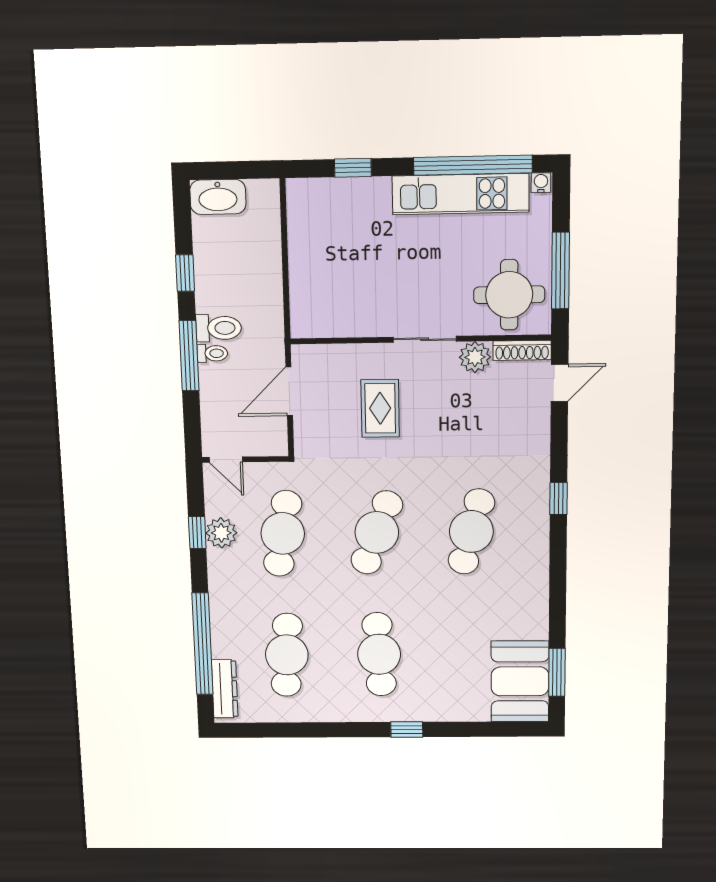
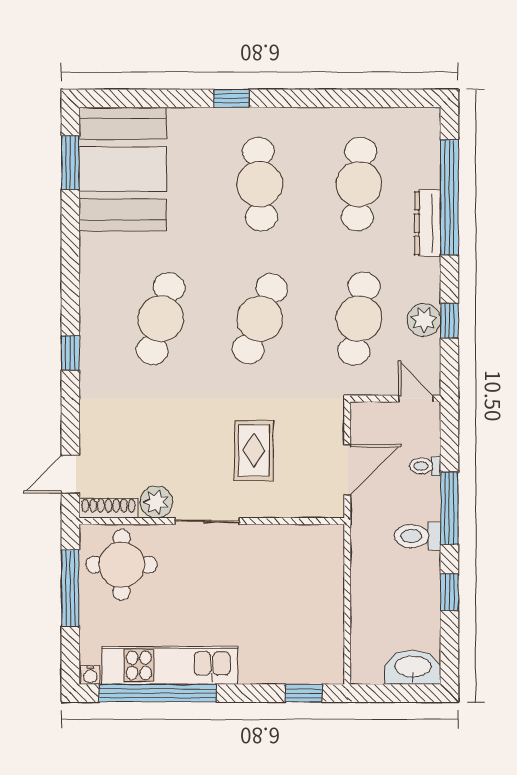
window: (353, 168) -> (304, 693), moved
toilet: (212, 353) -> (425, 466), moved
booth: (520, 681) -> (123, 169), width x1.36, depth x1.42
dresser: (225, 689) -> (428, 223), moved

